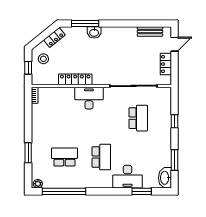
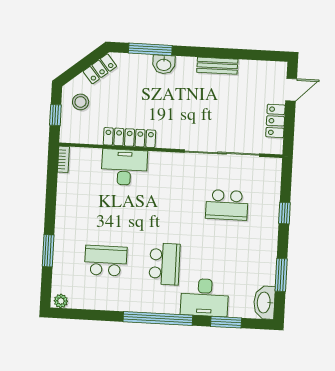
bench: (150, 32) -> (217, 66), moved
desk: (89, 98) -> (124, 167), moved
school desk: (138, 118) -> (227, 205), turned 90
window: (64, 191) -> (158, 318), moved

